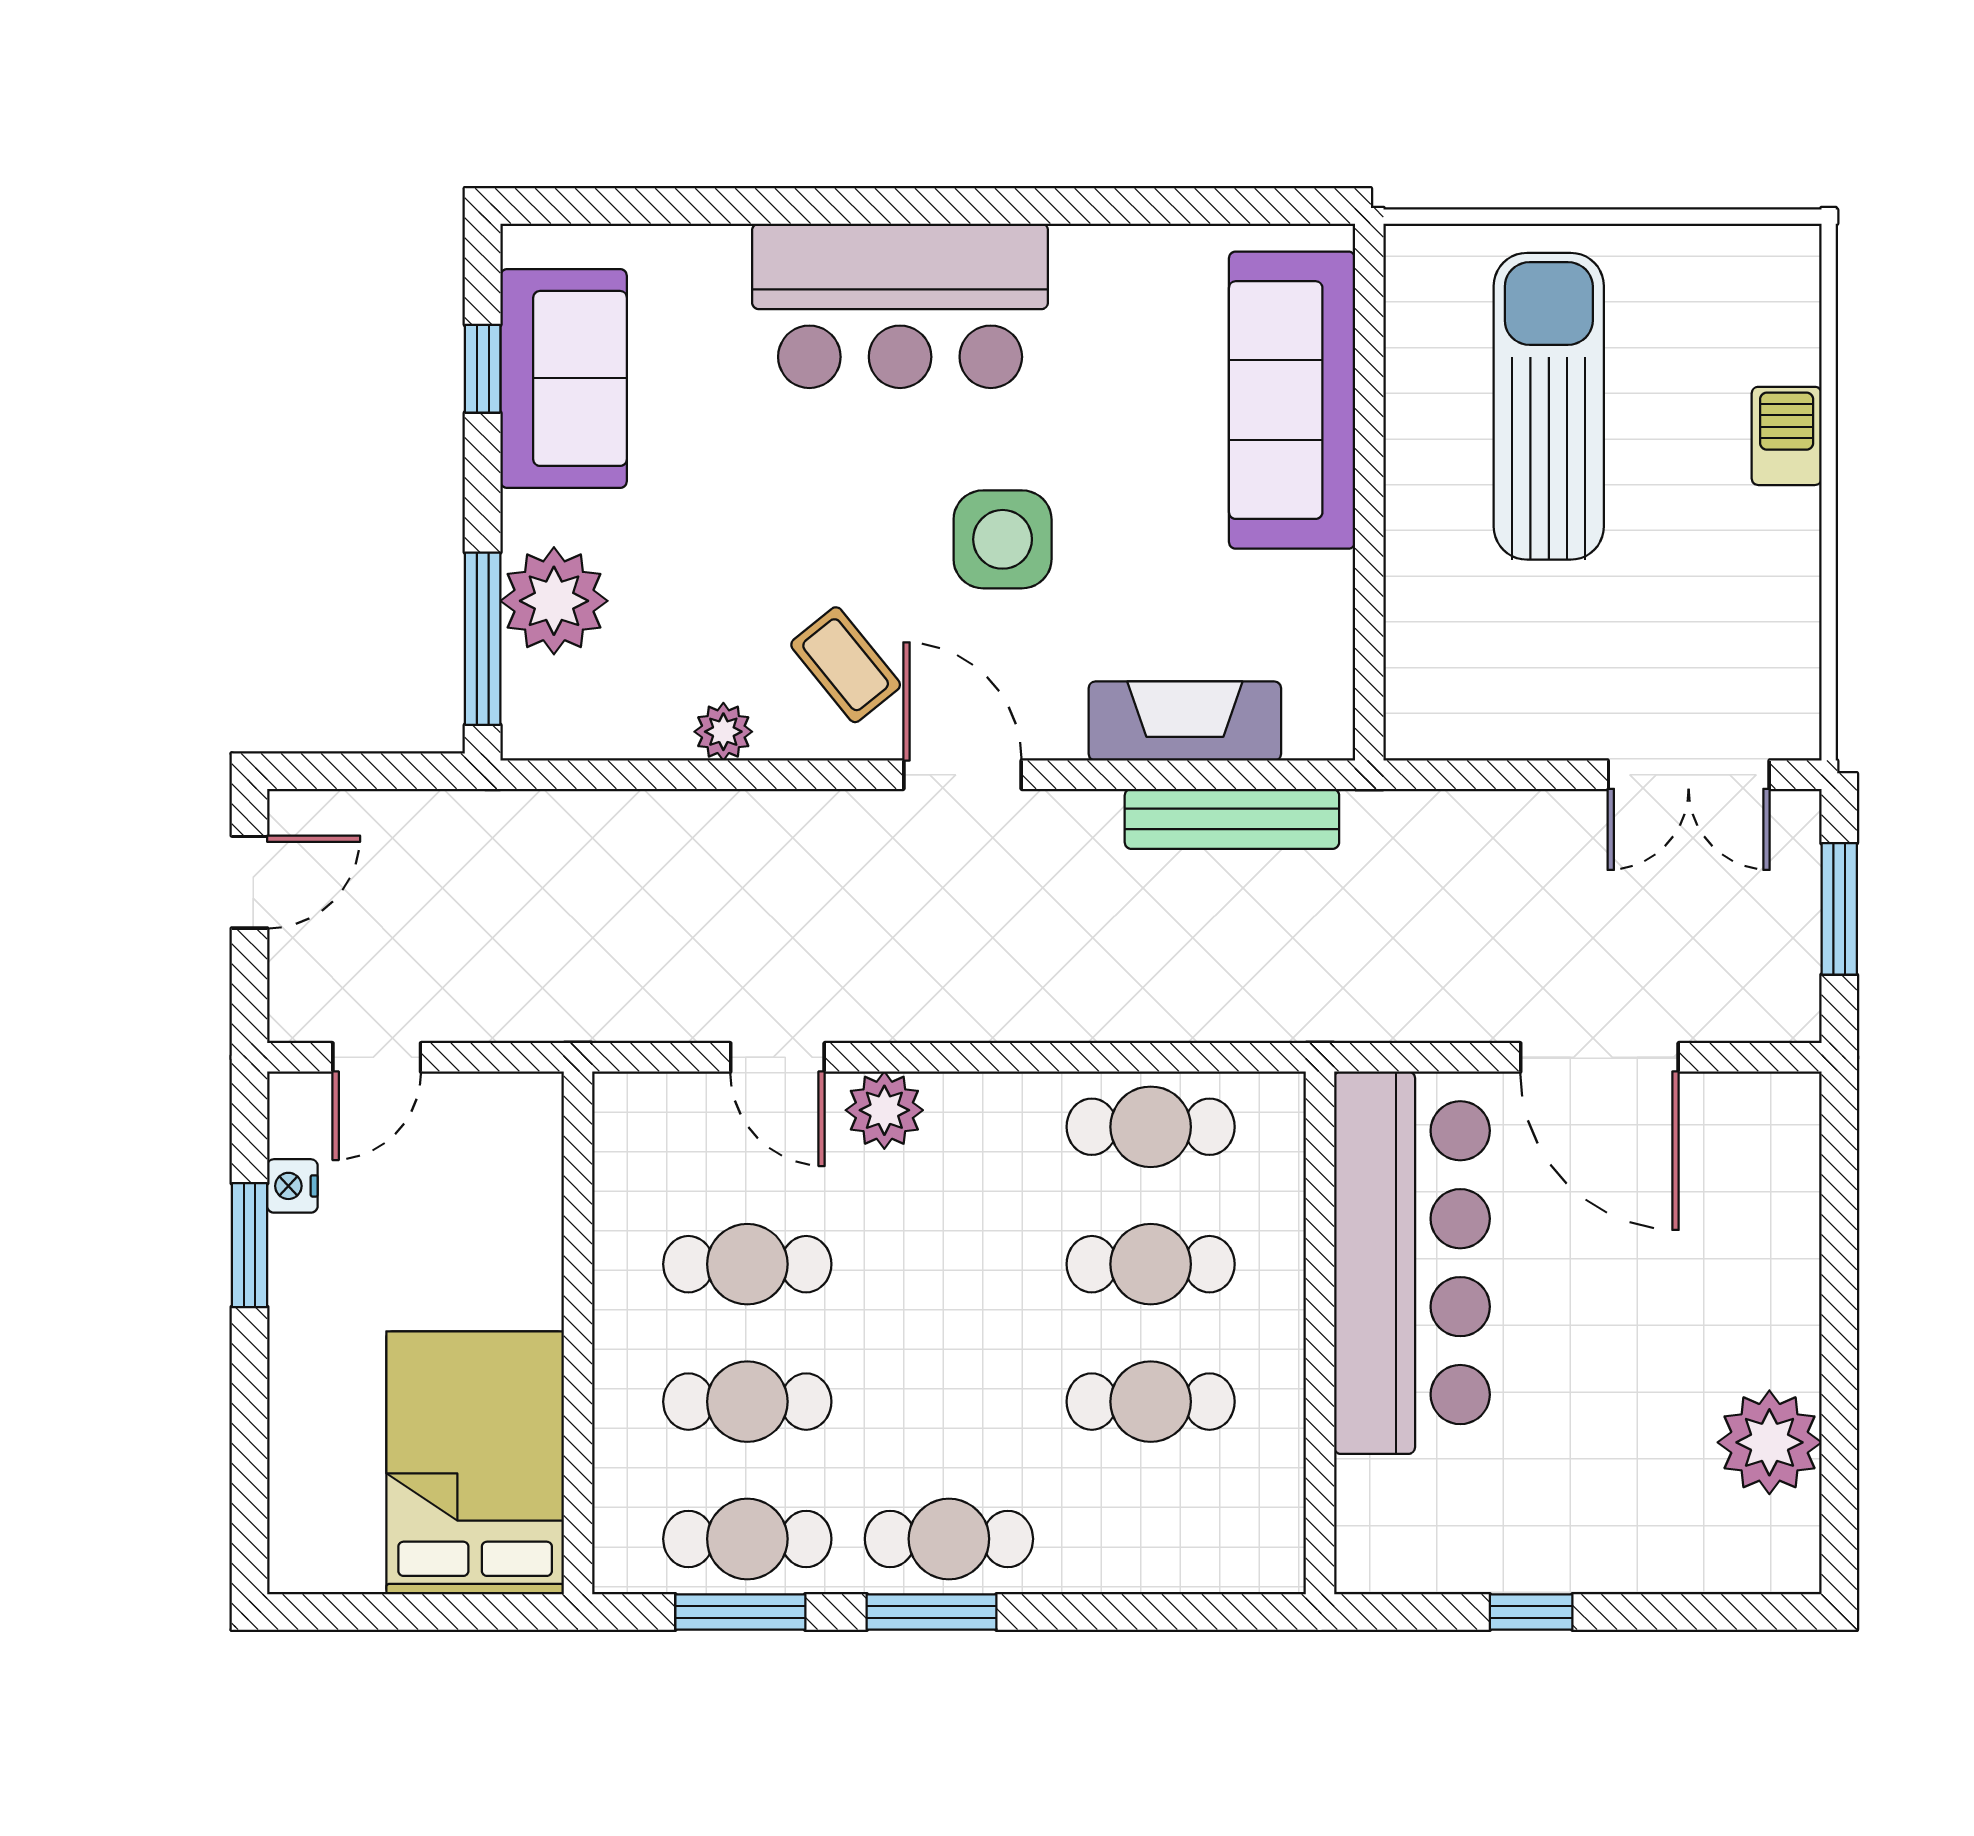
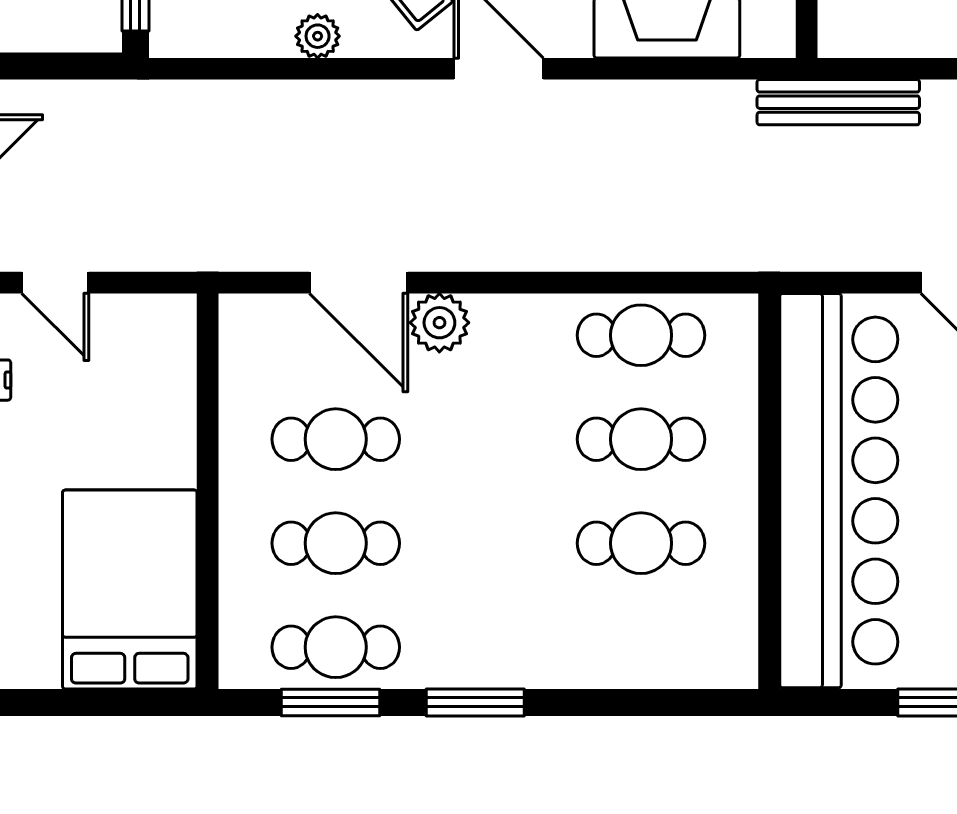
bench: (1232, 819) -> (838, 102), moved
door: (377, 1057) -> (55, 283), hinge flipped
door: (777, 1057) -> (359, 283), width x1.38
bar counter: (1412, 1263) -> (839, 491), width x1.36
cafe table: (949, 1539) -> (488, 647), removed

